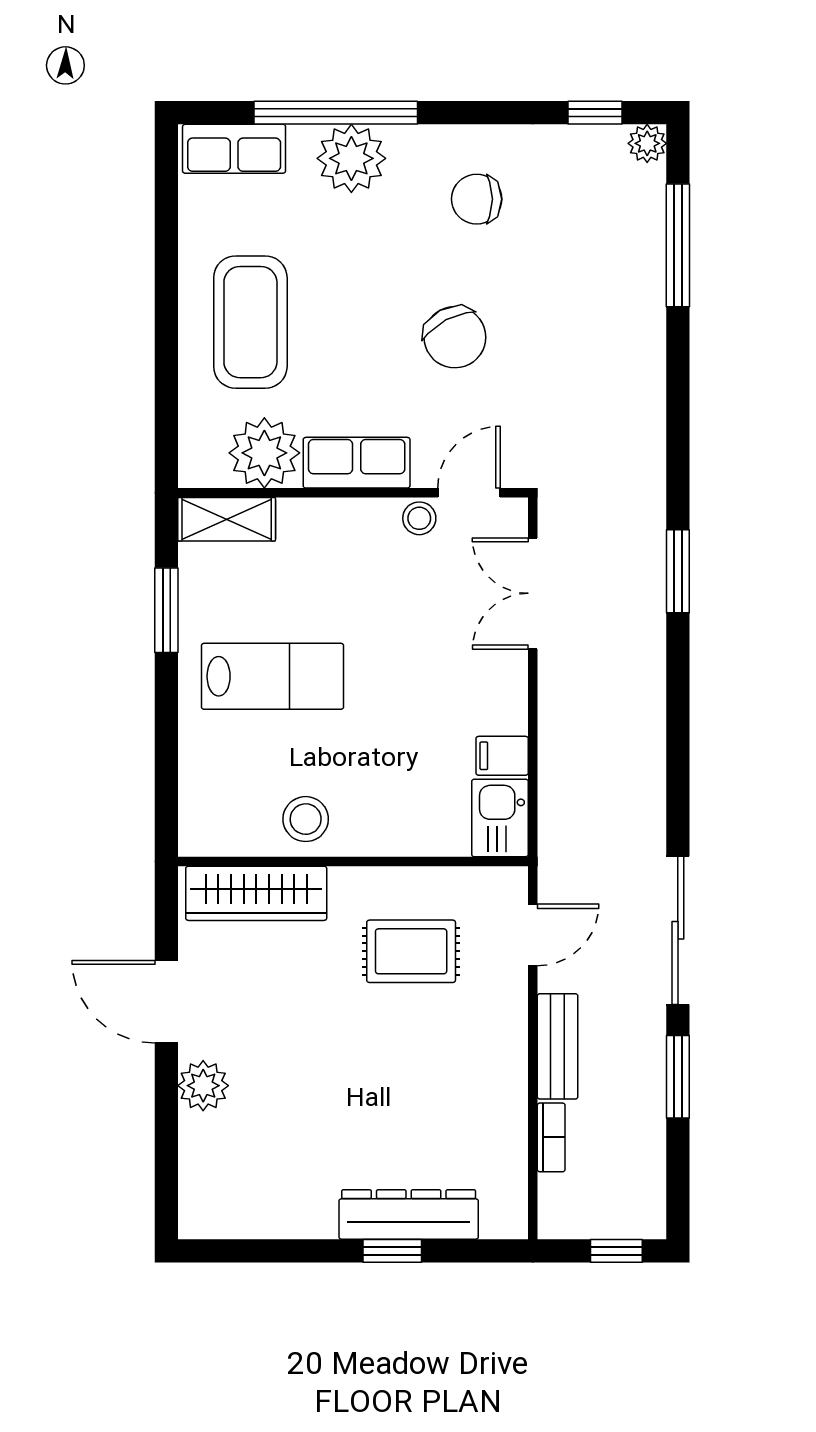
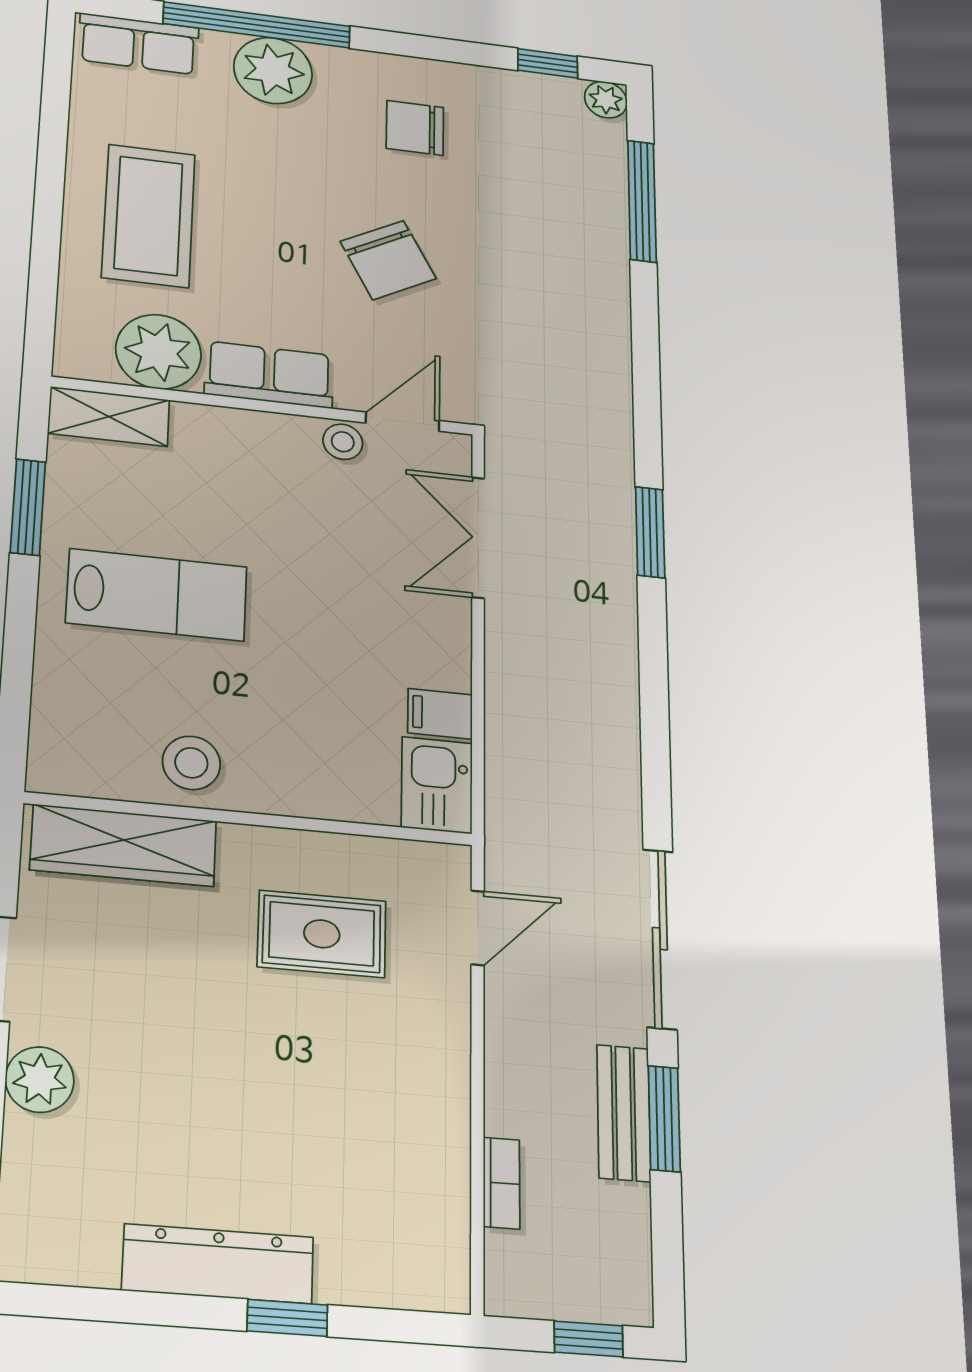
bench: (558, 1046) -> (624, 1113), moved
dresser: (409, 1215) -> (218, 1264), moved

